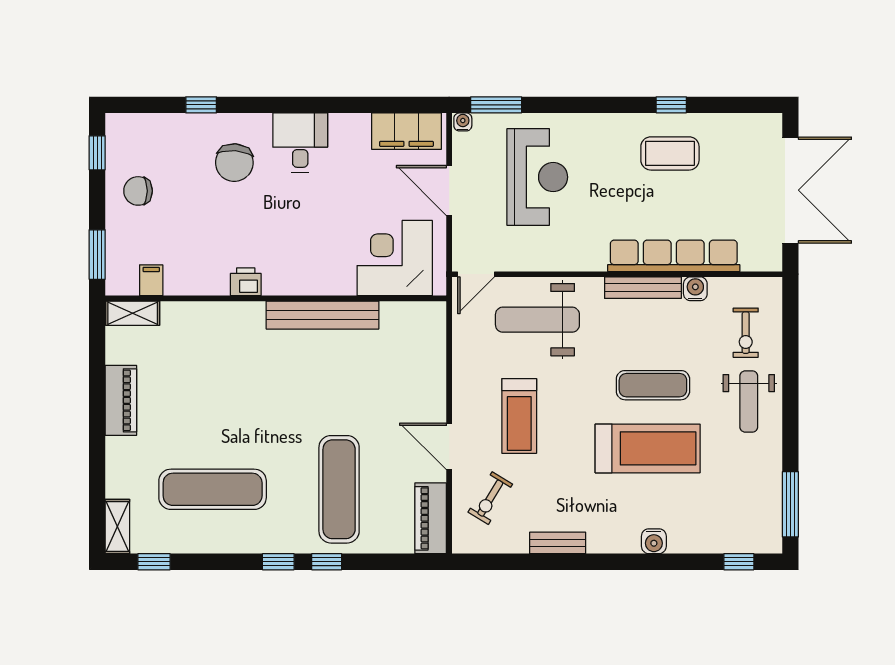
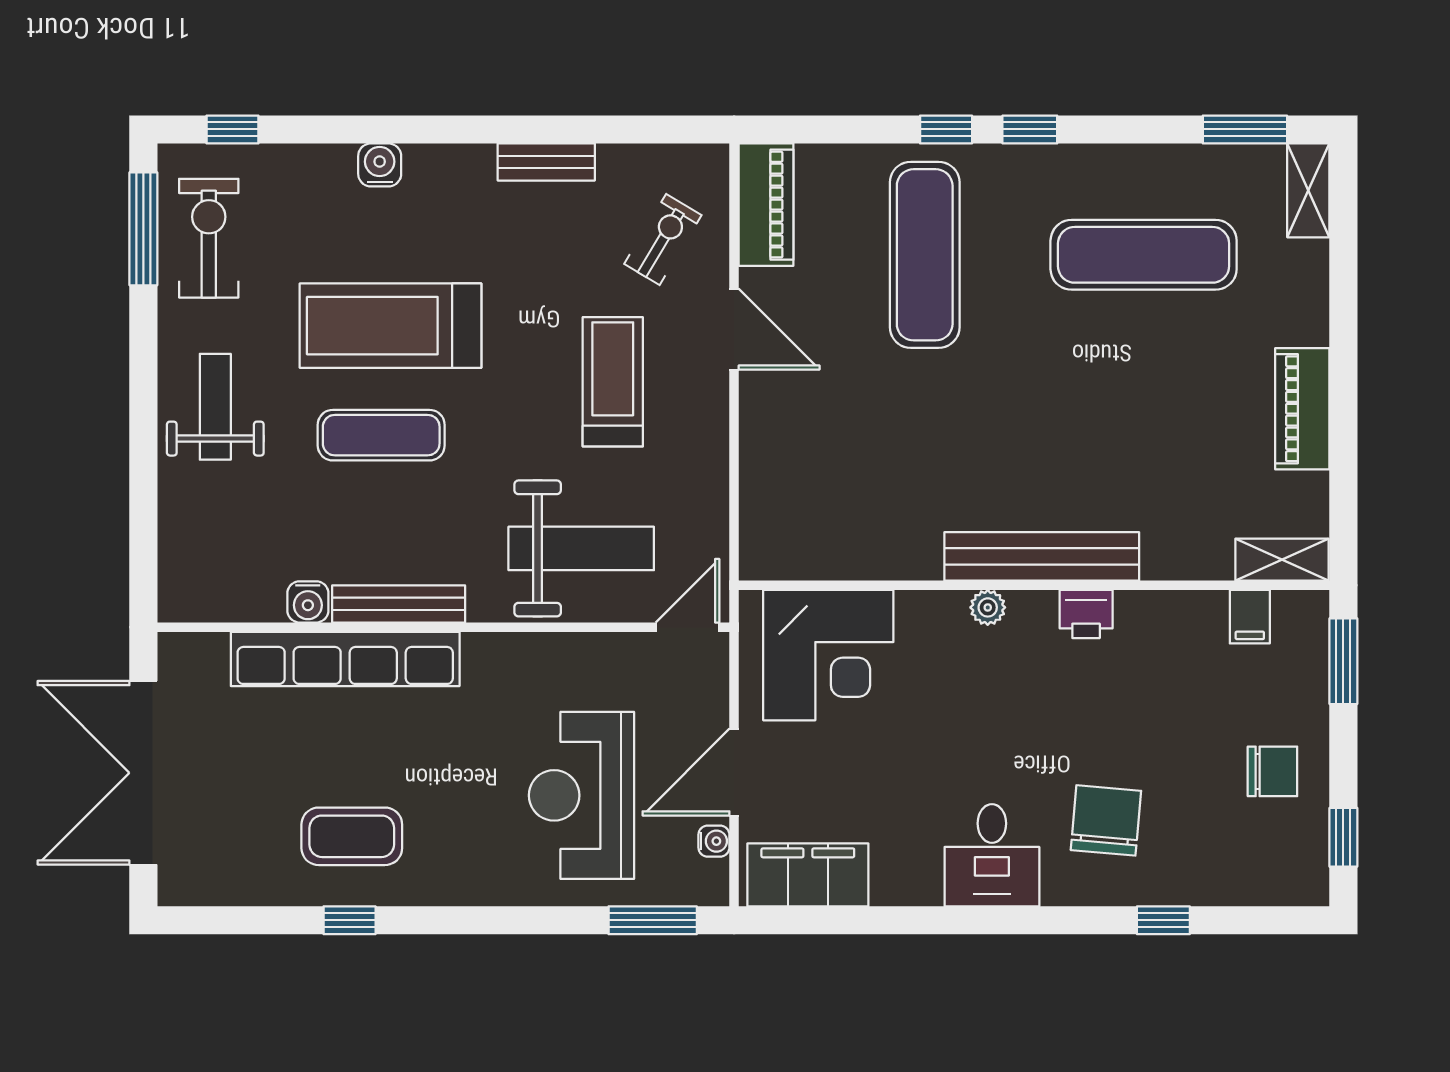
water cooler: (463, 122) -> (714, 841), moved, turned -90
door: (449, 190) -> (734, 772), swing flipped
plant: (303, 286) -> (988, 607), added
bench: (322, 315) -> (1042, 556), moved
exercise bike: (746, 333) -> (209, 238), moved, width x1.38, depth x1.39
window: (154, 562) -> (1245, 129), width x1.50

